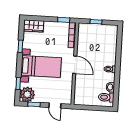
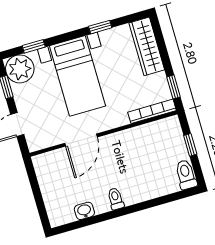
wardrobe: (34, 26) -> (147, 46), width x1.50
door: (75, 65) -> (81, 140), moved
toilet: (106, 97) -> (186, 175), moved

